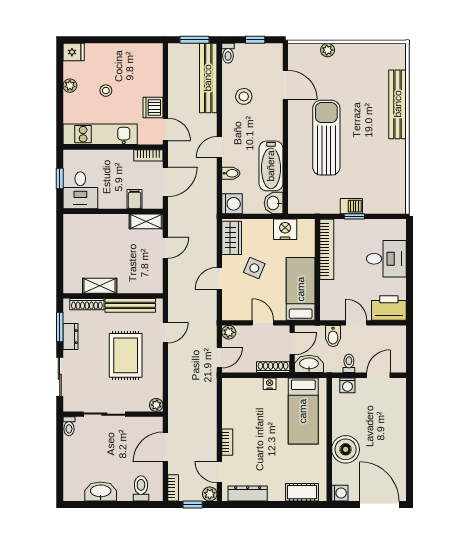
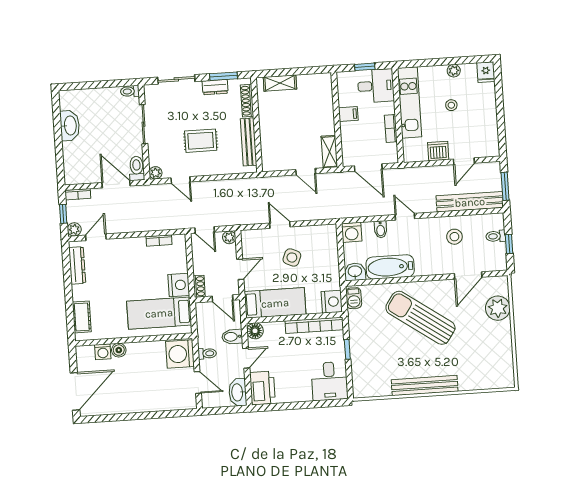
plant: (328, 50) -> (498, 308), width x1.88, depth x1.88
toilet: (228, 53) -> (496, 236), moved
bench: (398, 104) -> (425, 385), moved
door: (165, 129) -> (464, 161), moved
sun lounger: (326, 138) -> (420, 318), turned -145
bookcase: (148, 155) -> (391, 128), moved
desk: (80, 190) -> (376, 86), moved, turned 180
filing cabinet: (135, 199) -> (348, 114), moved
barbecue: (351, 206) -> (354, 298), moved
nightstand: (285, 229) -> (332, 302), moved
wardrobe: (232, 238) -> (319, 234), removed
desk: (386, 259) -> (329, 381), moved
shelving: (100, 286) -> (280, 83), moved, turned 90
floor lamp: (328, 312) -> (255, 331), added
door: (165, 333) -> (181, 180), moved
rug: (126, 355) -> (201, 141), width x0.73, depth x0.70
washbasin: (309, 364) -> (238, 392), moved, turned 180
shoe rack: (273, 367) -> (199, 286), width x0.70
nightstand: (270, 384) -> (179, 285), width x1.89, depth x1.79
washing machine: (347, 385) -> (180, 354), width x1.89, depth x1.89
bookcase: (227, 442) -> (159, 241), moved
boiler: (346, 449) -> (119, 350), width x0.54, depth x0.54
toilet: (141, 488) -> (137, 168), moved, turned -90
washing machine: (340, 493) -> (103, 352), moved

